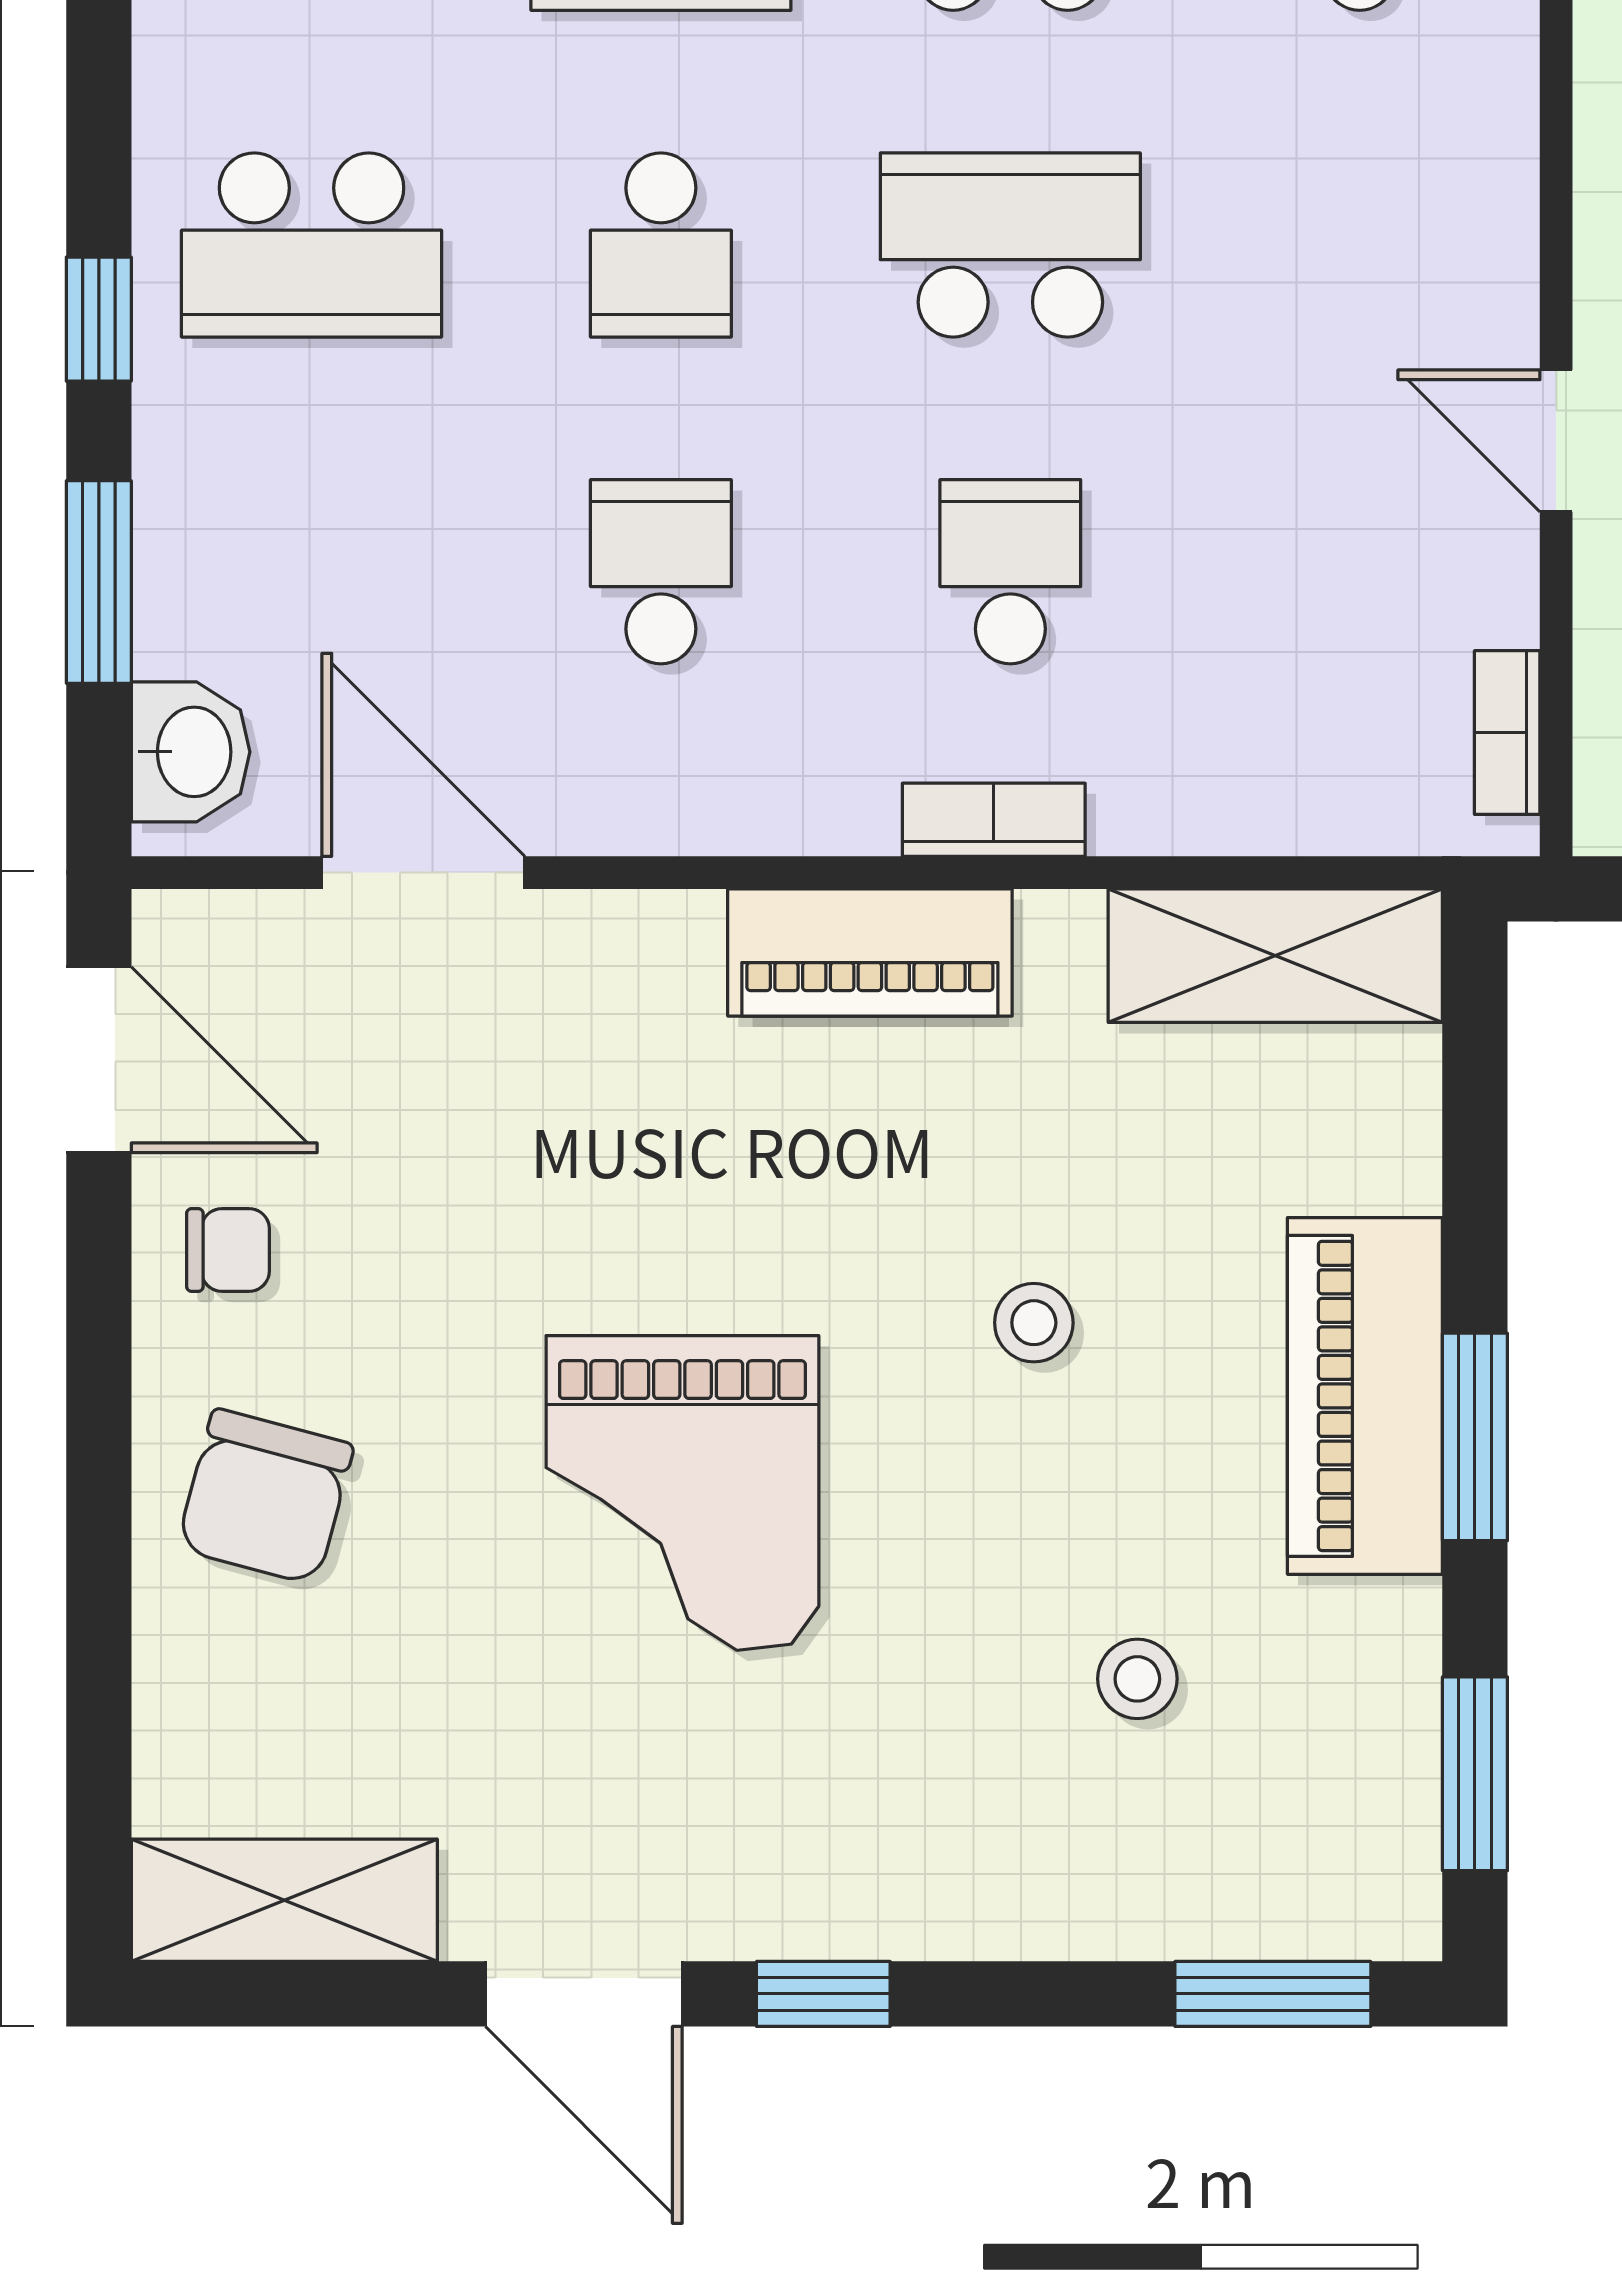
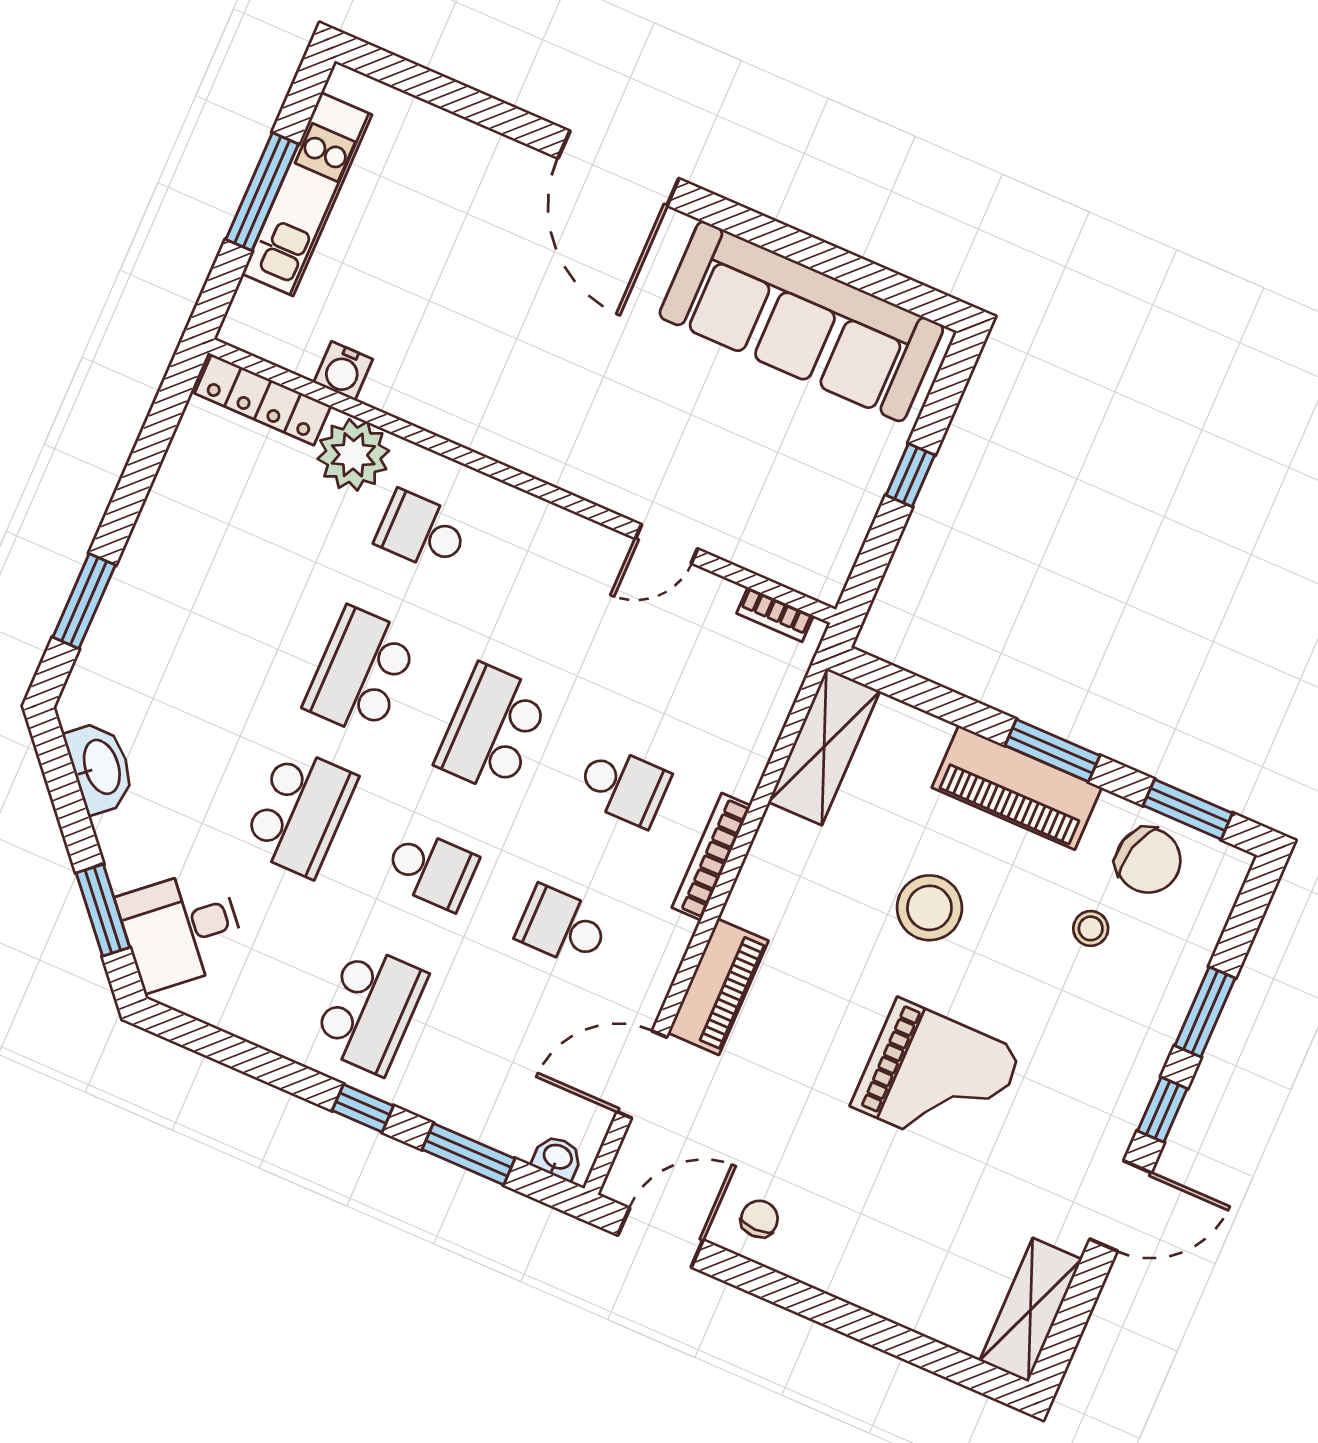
school desk: (1010, 572) -> (624, 786), turned 180
washbasin: (191, 752) -> (557, 1158), width x0.72, depth x0.69
bookcase: (994, 820) -> (711, 857), width x1.56
piano: (870, 952) -> (718, 987), moved
stool: (1034, 1323) -> (929, 908), width x1.89, depth x1.89
chair: (265, 1497) -> (1148, 860), moved
window: (1273, 1994) -> (1205, 1012), moved

